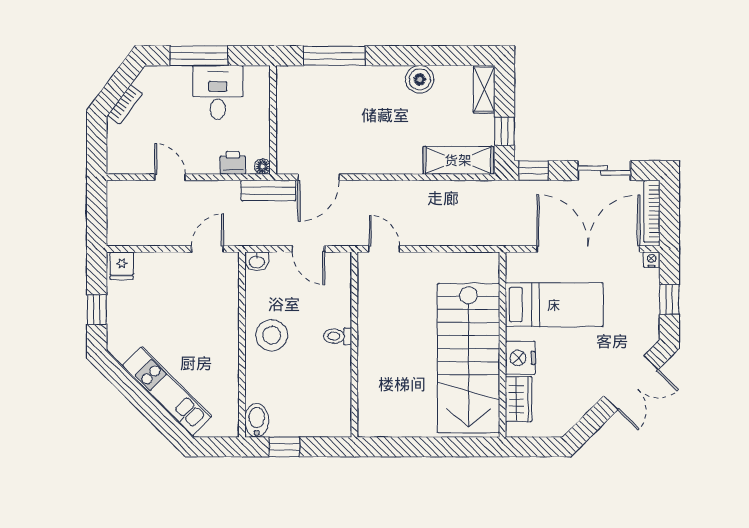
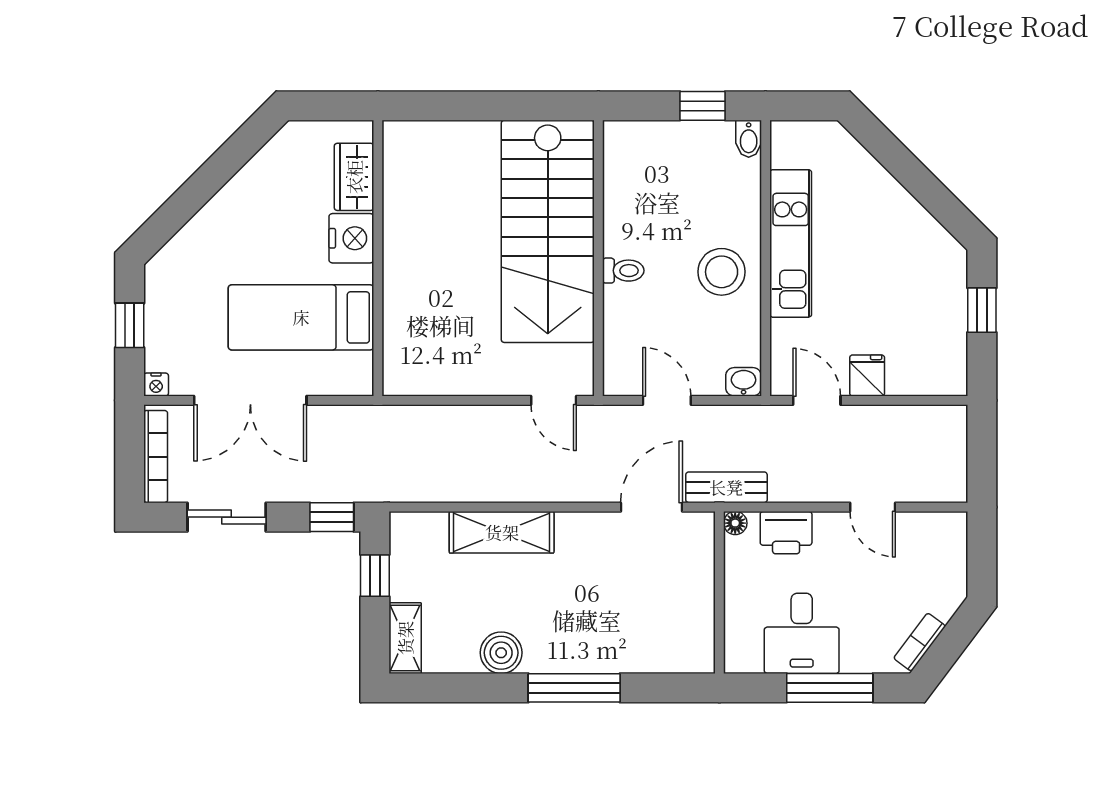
window: (334, 56) -> (574, 688), moved
bookcase: (125, 104) -> (920, 642), moved
shelving: (458, 160) -> (502, 532), moved
printer: (233, 163) -> (786, 533), width x1.36, depth x1.24
door: (208, 249) -> (817, 400), swing flipped
double door: (588, 249) -> (250, 400), width x0.73
fridge: (122, 266) -> (867, 375), moved
stairs: (469, 358) -> (548, 231), moved, turned 180
double door: (631, 383) -> (187, 201), removed
kitchen unit: (167, 391) -> (791, 243), moved, turned -135
bidet: (257, 420) -> (749, 139), width x0.72, depth x0.74

